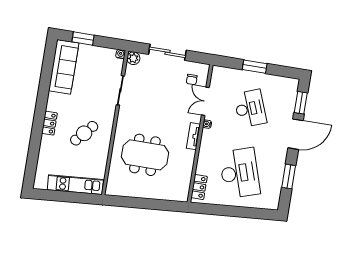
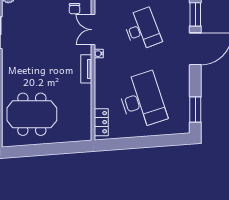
meeting table: (145, 155) -> (32, 114), moved
window: (289, 177) -> (195, 109), moved

